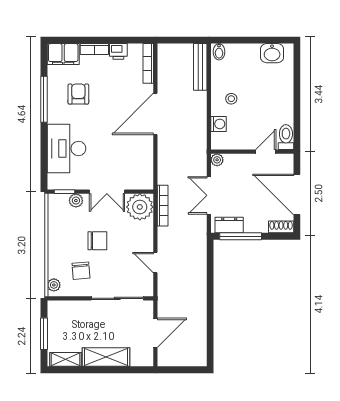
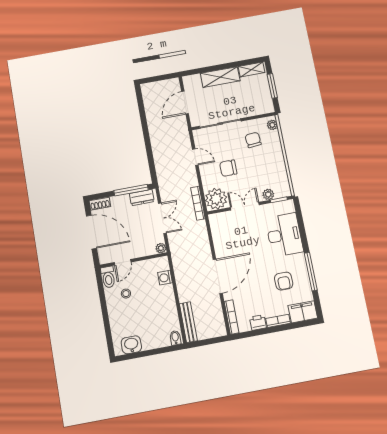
stool: (231, 99) -> (126, 294), moved
chair: (97, 241) -> (228, 168), moved

